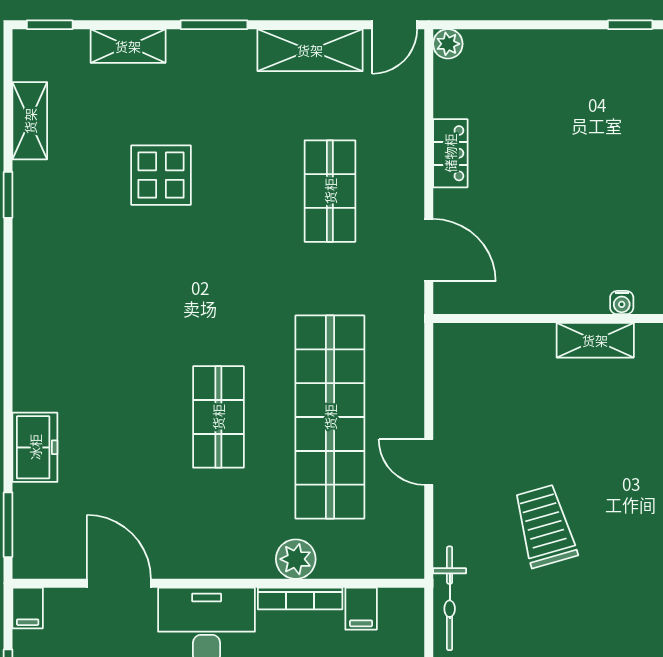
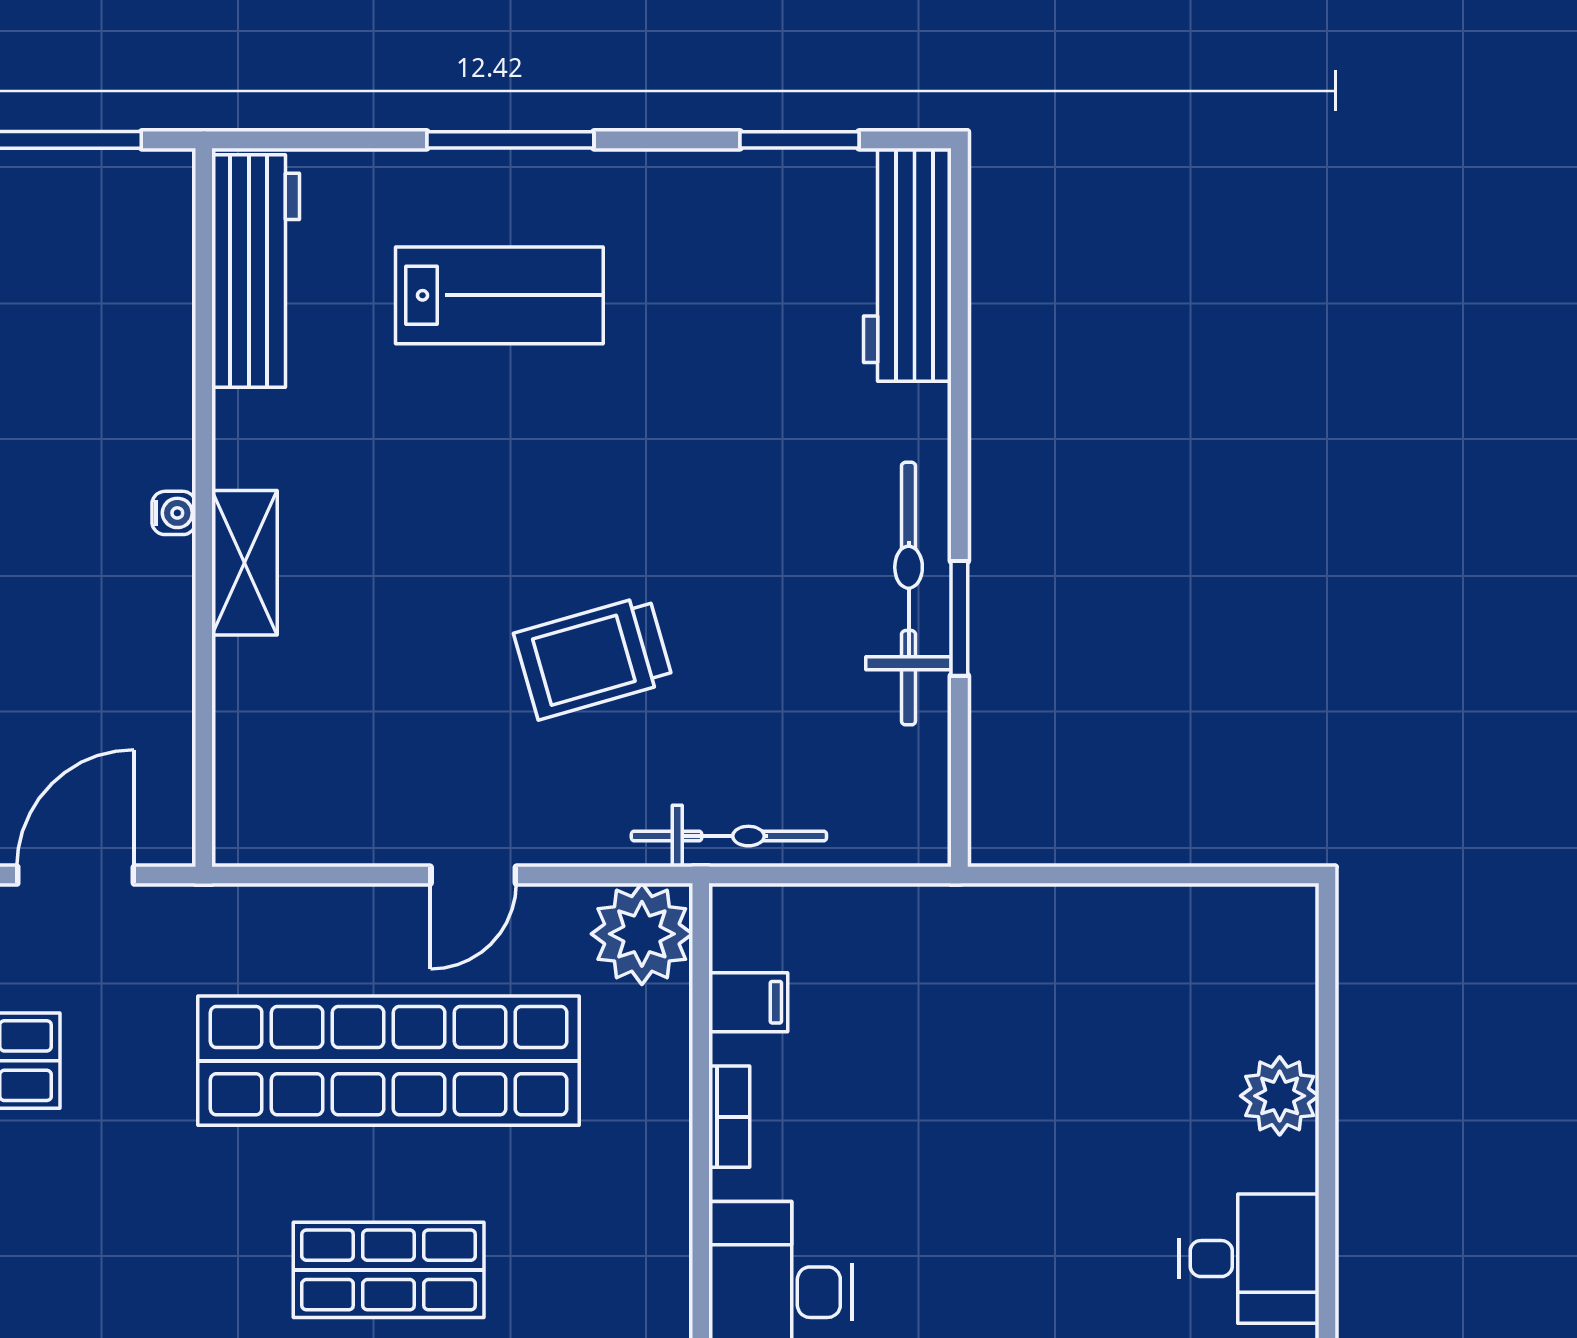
plant: (296, 559) -> (642, 934), moved, width x1.36, depth x1.36
bookcase: (300, 598) -> (729, 1117), width x0.64

